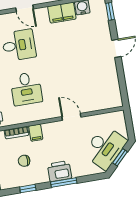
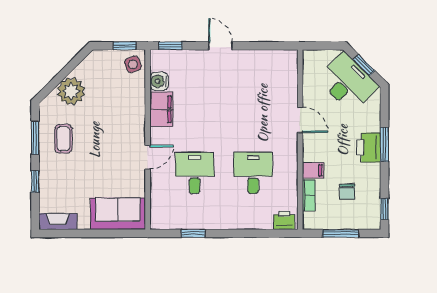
desk: (26, 89) -> (253, 173), turned -90
door: (71, 117) -> (300, 120), swing flipped
window: (28, 189) -> (384, 209), moved

